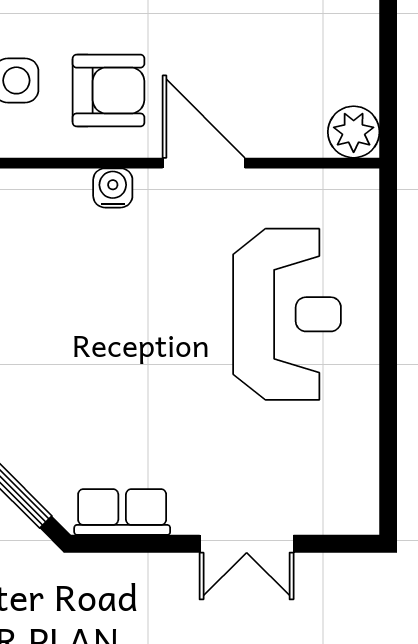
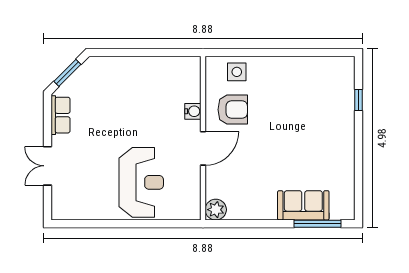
armchair: (108, 91) -> (233, 110), turned -90
reception desk: (287, 314) -> (141, 182), turned -90

